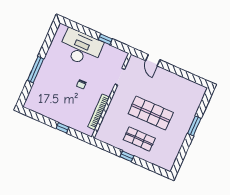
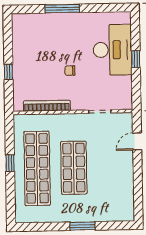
window: (105, 39) -> (136, 59), moved
shop shelf: (139, 139) -> (37, 168), width x2.00, depth x1.36

